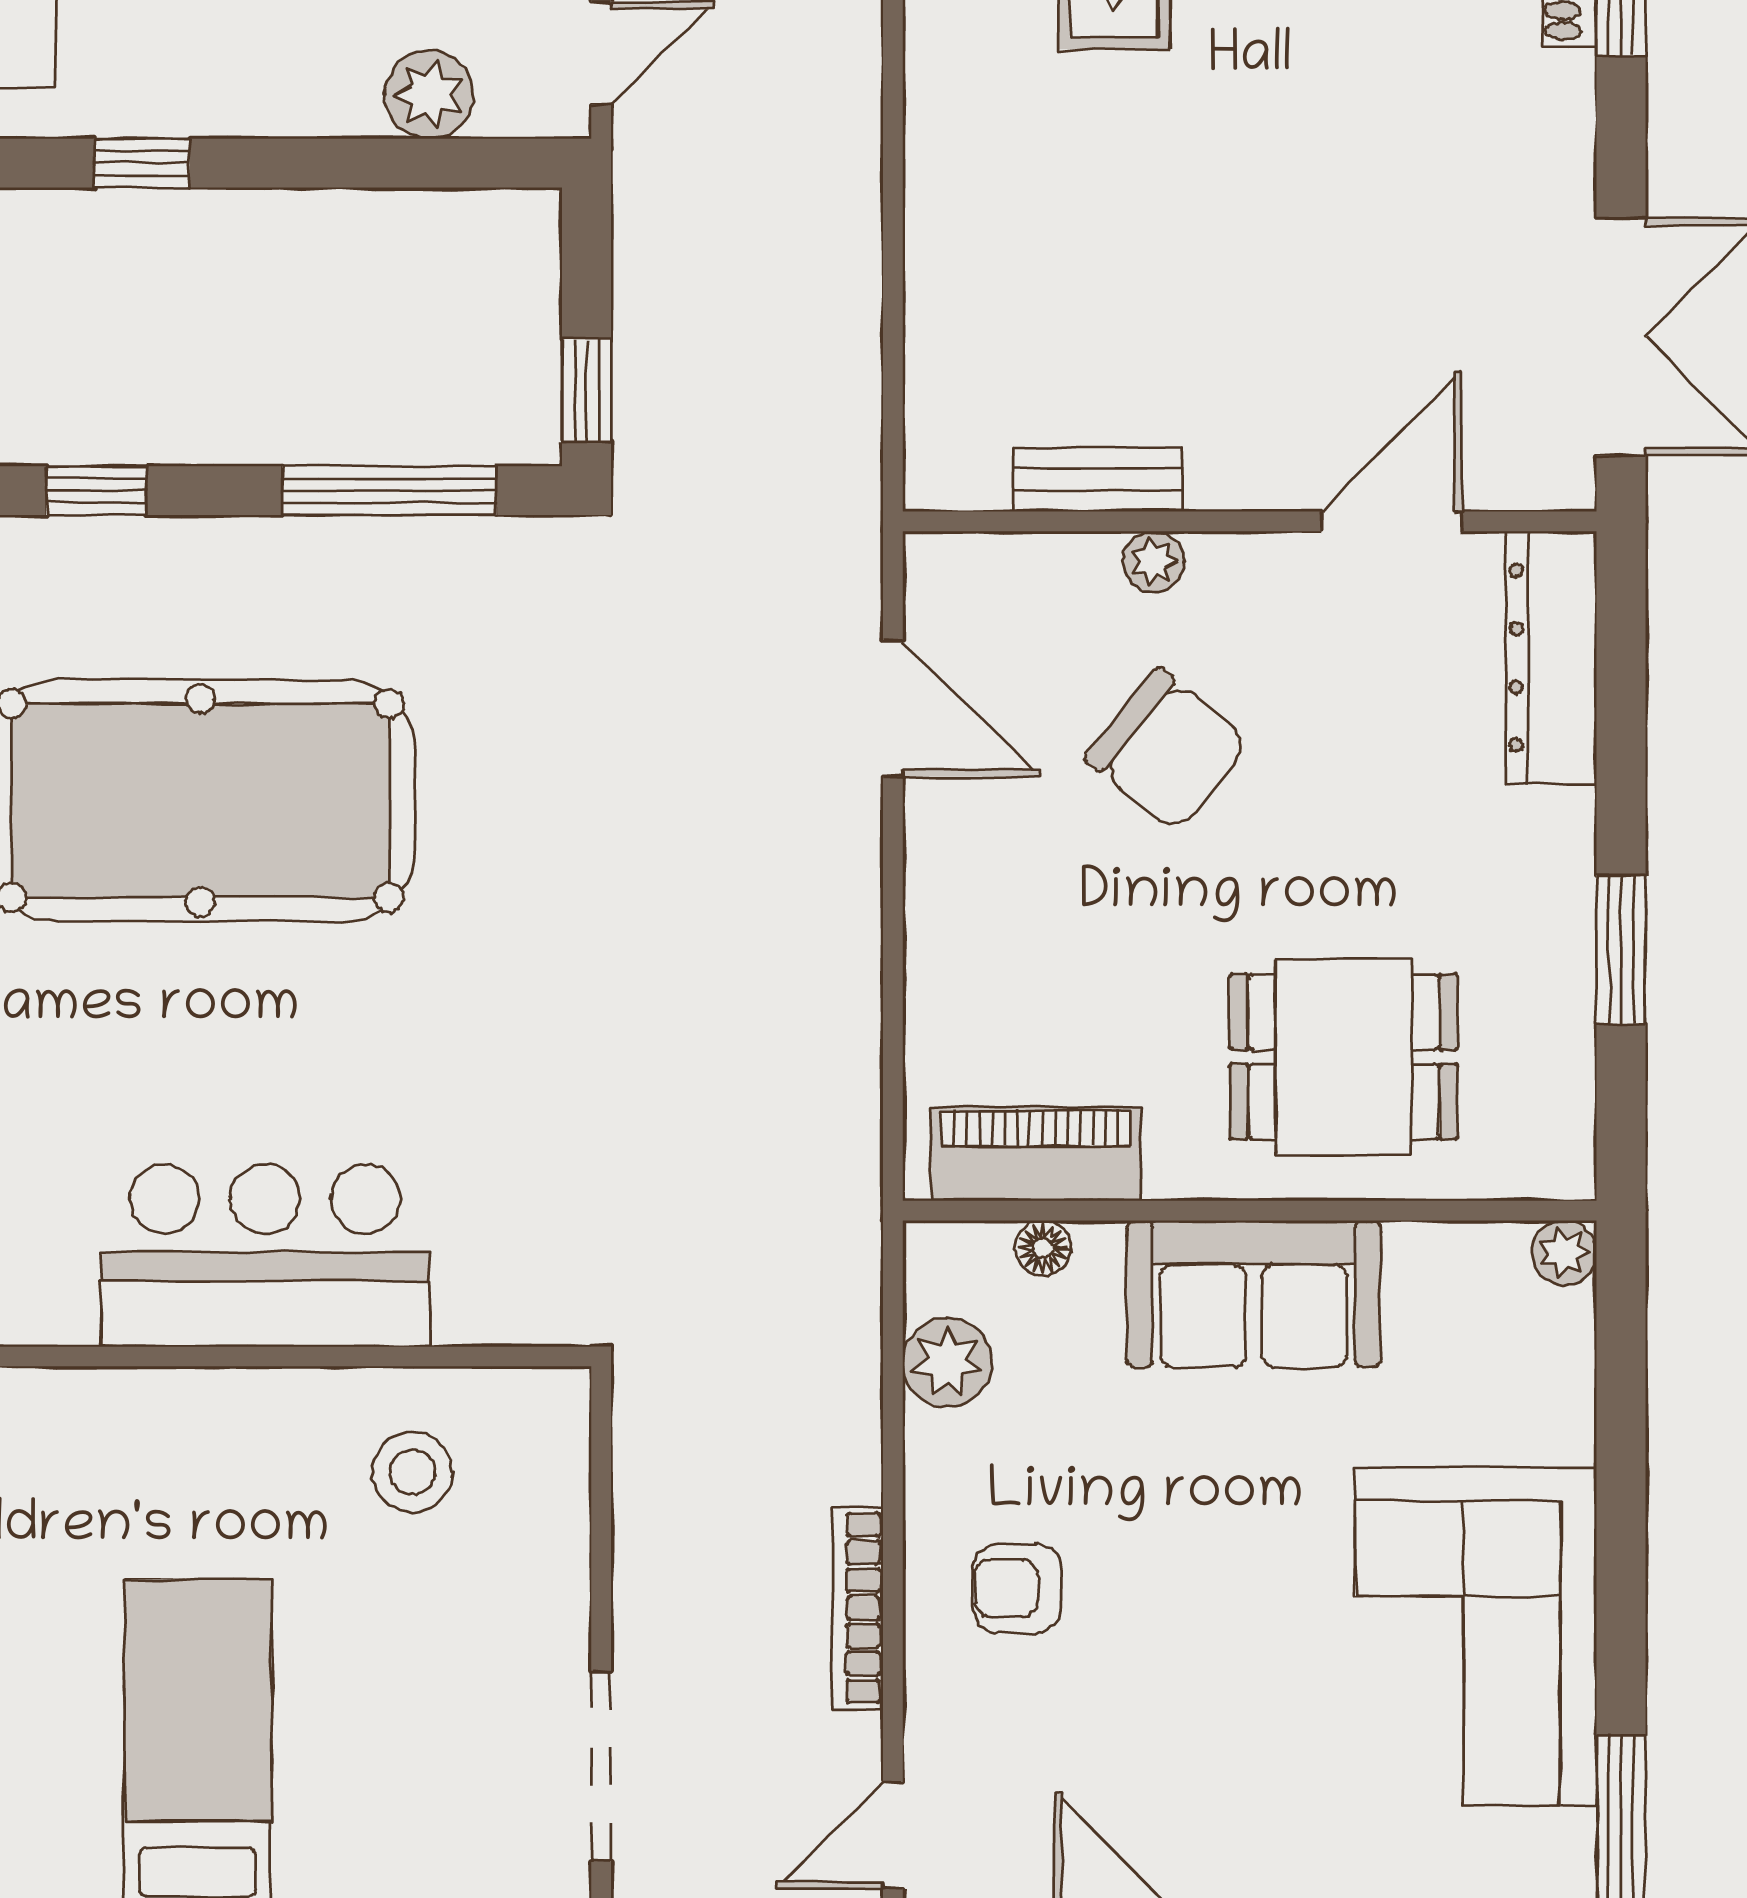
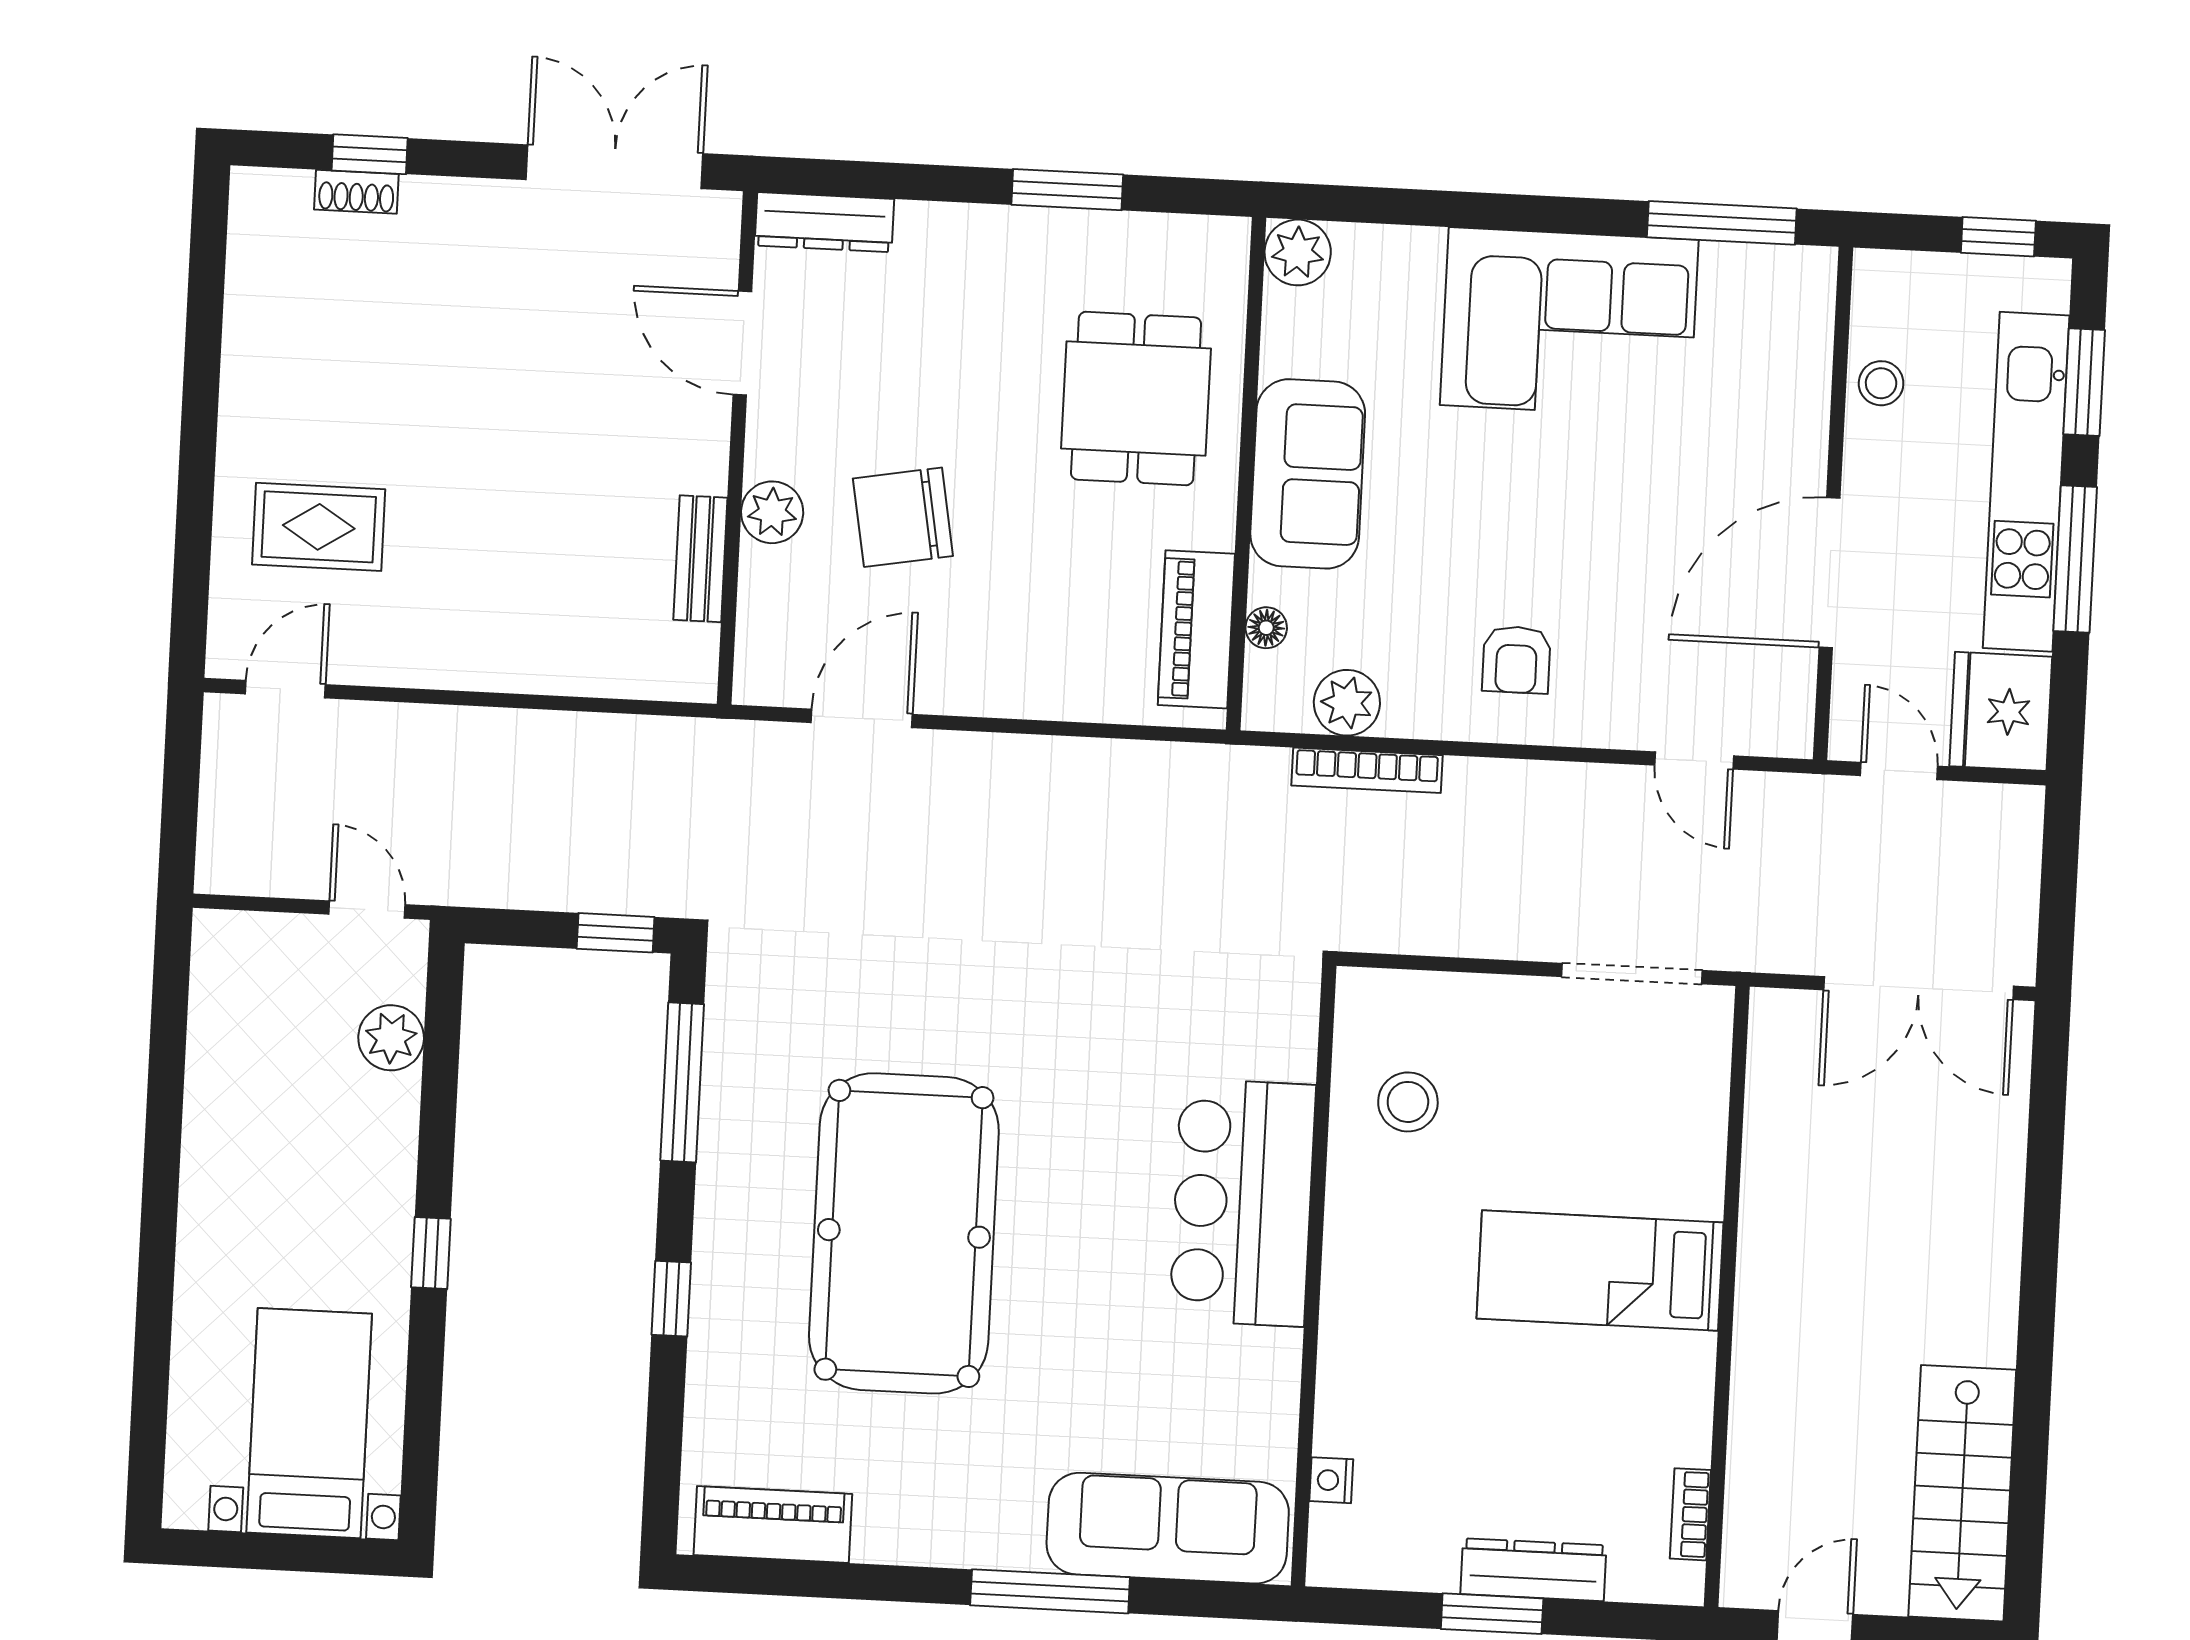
plant: (1154, 562) -> (772, 512), width x1.38, depth x1.38
dresser: (1551, 658) -> (824, 222), width x0.73, depth x0.80
chair: (1167, 750) -> (903, 517), turned -139
plant: (1564, 1253) -> (1298, 252), width x1.38, depth x1.38
bookcase: (857, 1608) -> (1367, 770), moved

